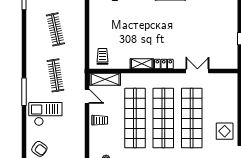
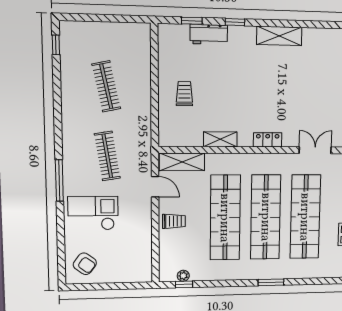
trolley: (102, 56) -> (184, 94), moved
shelving: (142, 64) -> (220, 139), moved

